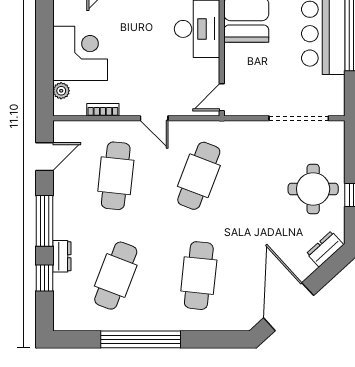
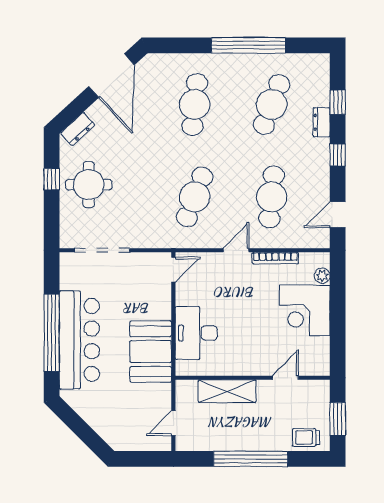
bookcase: (103, 110) -> (275, 258), width x1.56
door: (154, 118) -> (236, 250), hinge flipped
window: (44, 221) -> (338, 155), width x0.46

